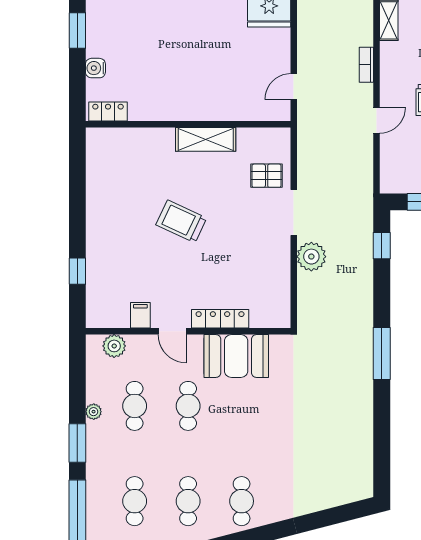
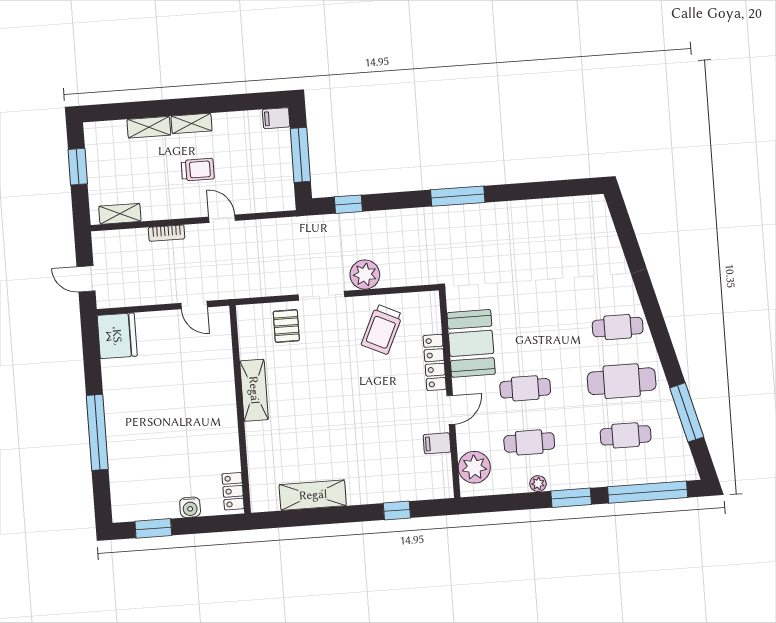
shelving: (98, 189) -> (313, 495), added
trolley: (181, 221) -> (382, 329), moved
plant: (114, 346) -> (474, 467), width x1.36, depth x1.36
cafe table: (188, 501) -> (622, 381), width x1.37, depth x1.35

